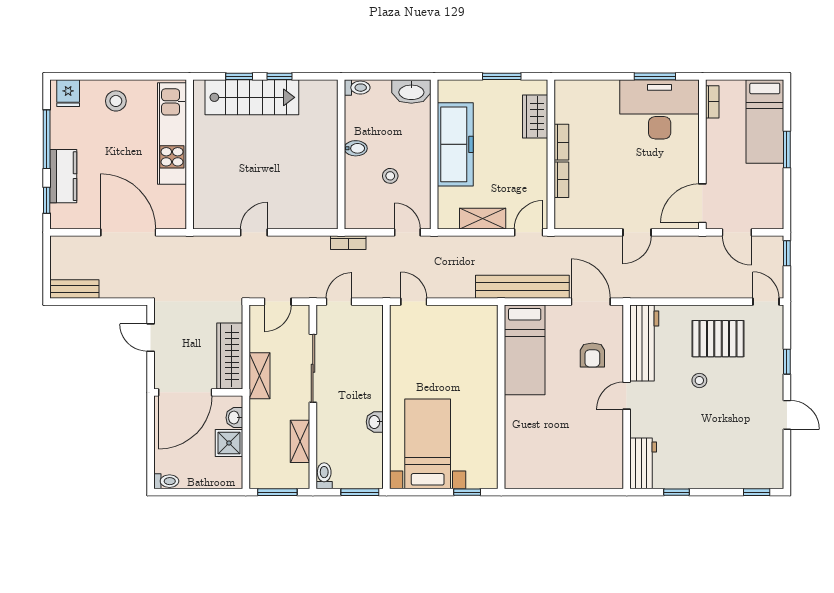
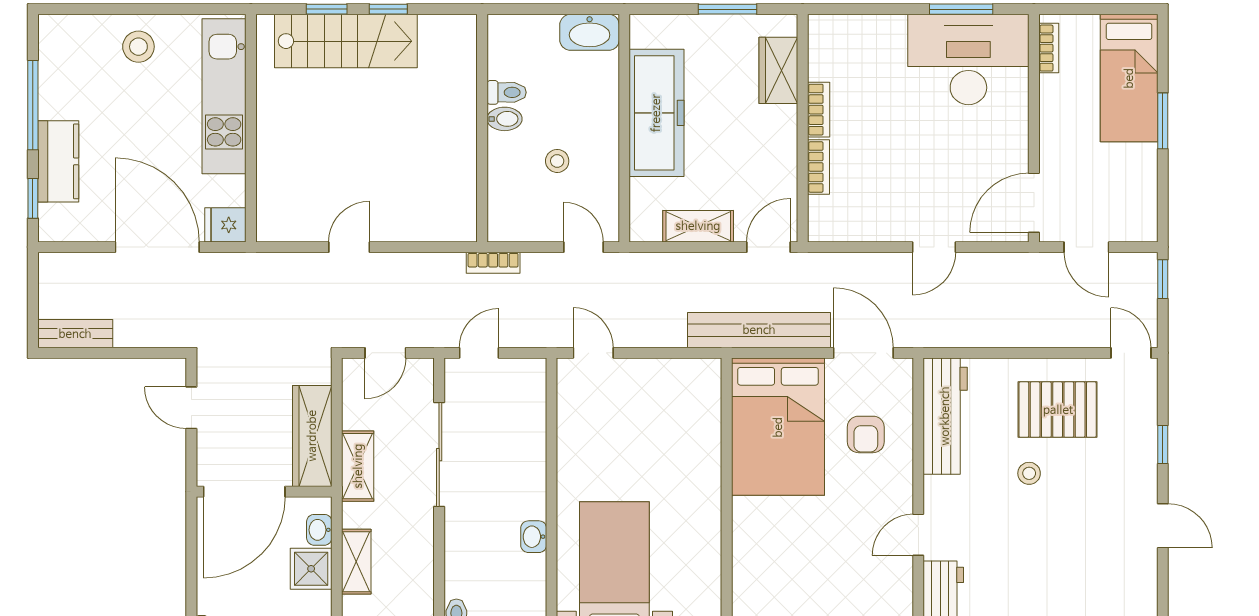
toilet: (357, 88) -> (507, 92), moved
fridge: (68, 93) -> (225, 225), moved, turned 90
bed: (525, 350) -> (778, 427), width x1.50
door: (627, 396) -> (918, 535), moved
shelving: (300, 441) -> (356, 562), moved

